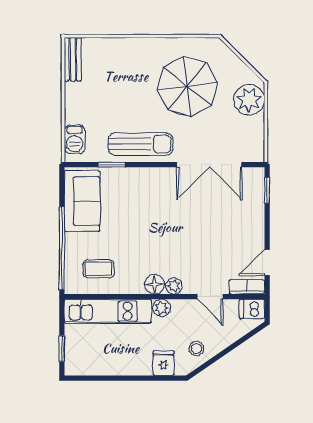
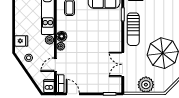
plant: (249, 100) -> (146, 85), moved
double door: (209, 165) -> (123, 64), width x0.73

